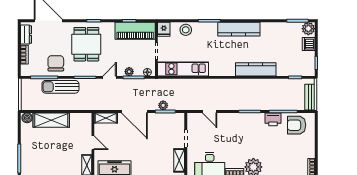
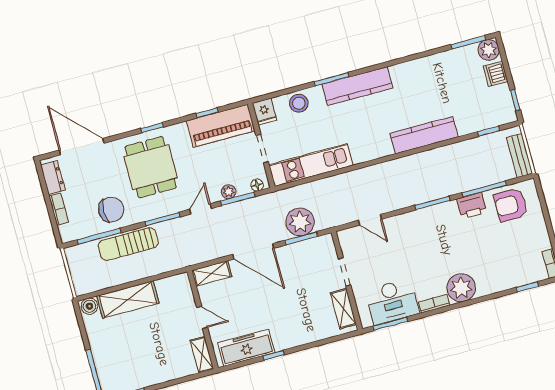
kitchen counter: (239, 29) -> (357, 86), moved
chair: (56, 63) -> (111, 210), turned 90
plant: (163, 105) -> (300, 222), width x1.88, depth x1.88

